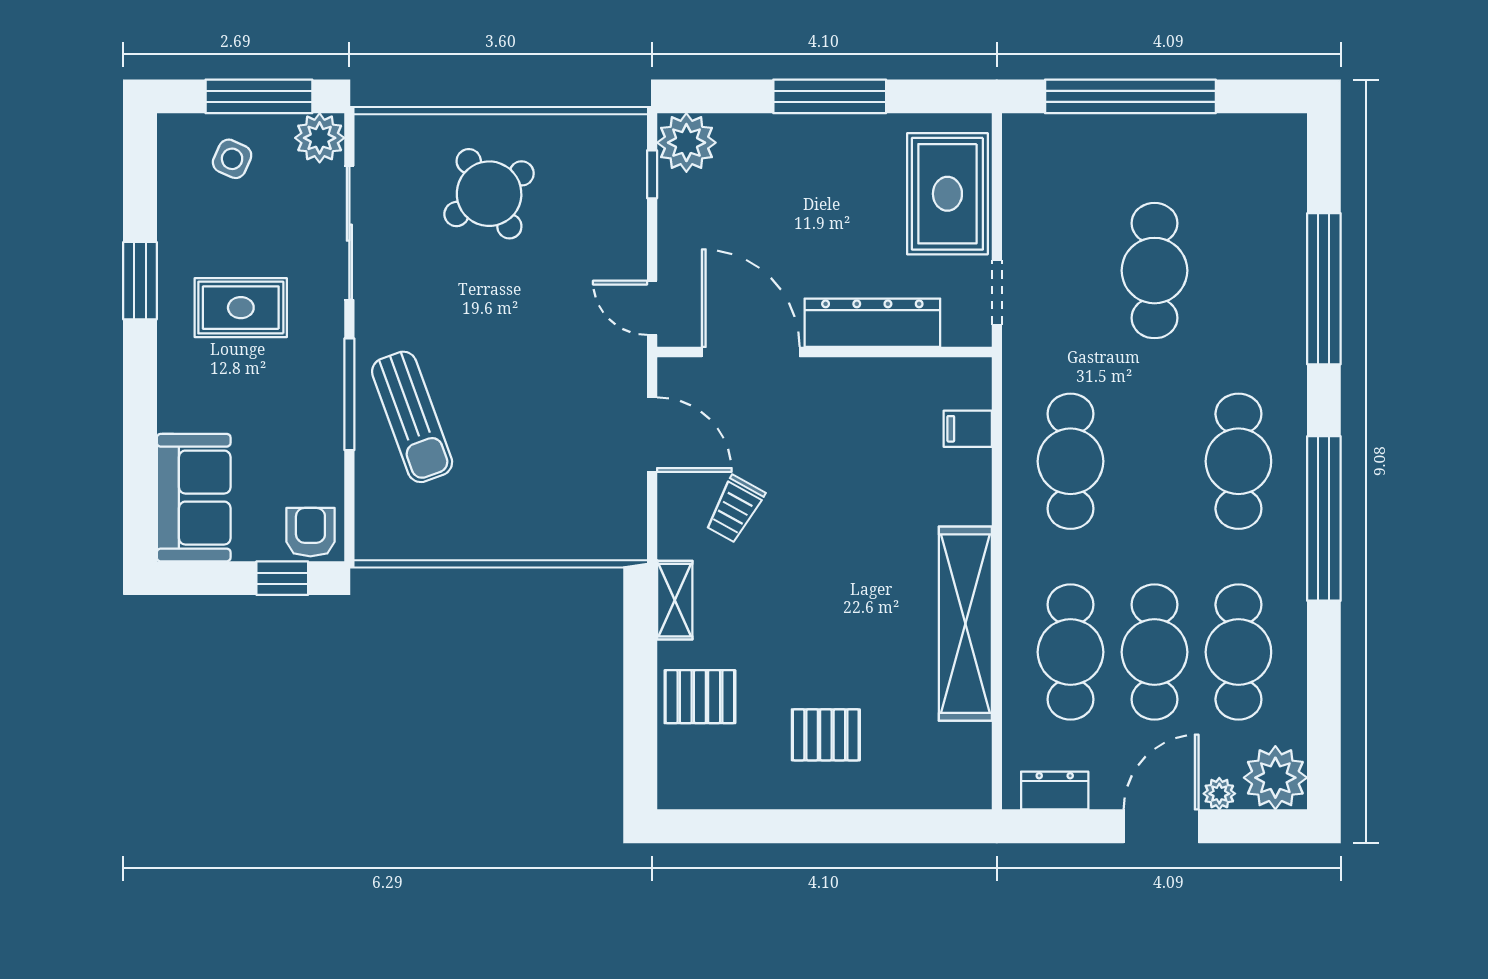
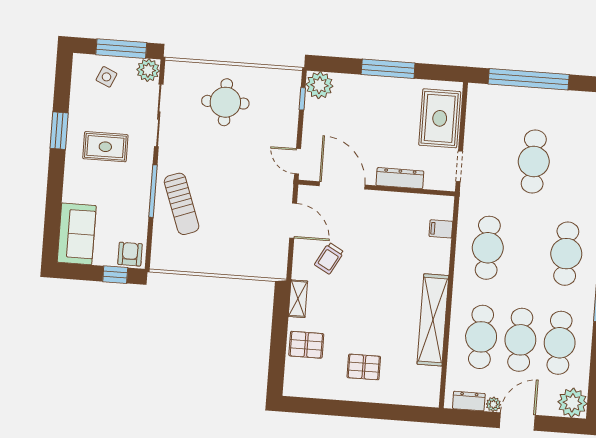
round table: (489, 194) -> (225, 102), turned 32
dresser: (872, 323) -> (400, 178), width x0.73, depth x0.80
plant: (1219, 794) -> (493, 404), moved

